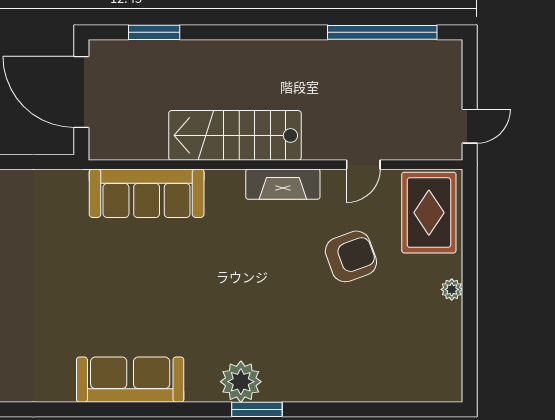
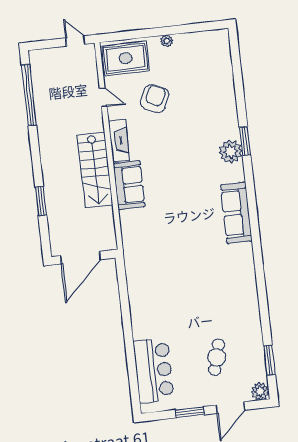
window: (154, 32) -> (41, 201), moved
sofa: (147, 193) -> (129, 185), moved, width x0.73
armchair: (351, 256) -> (155, 99), turned 45

